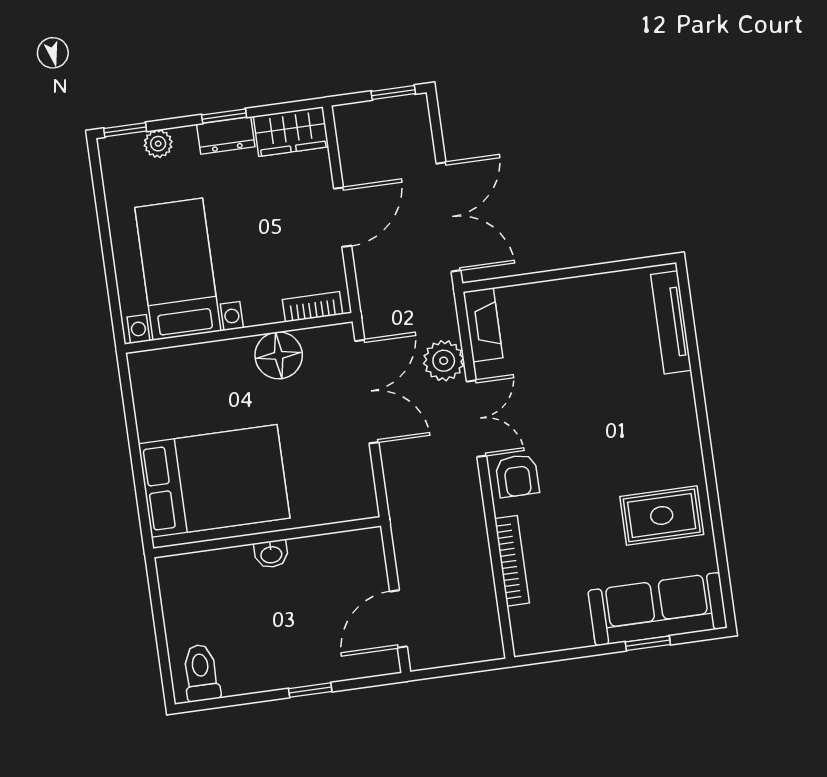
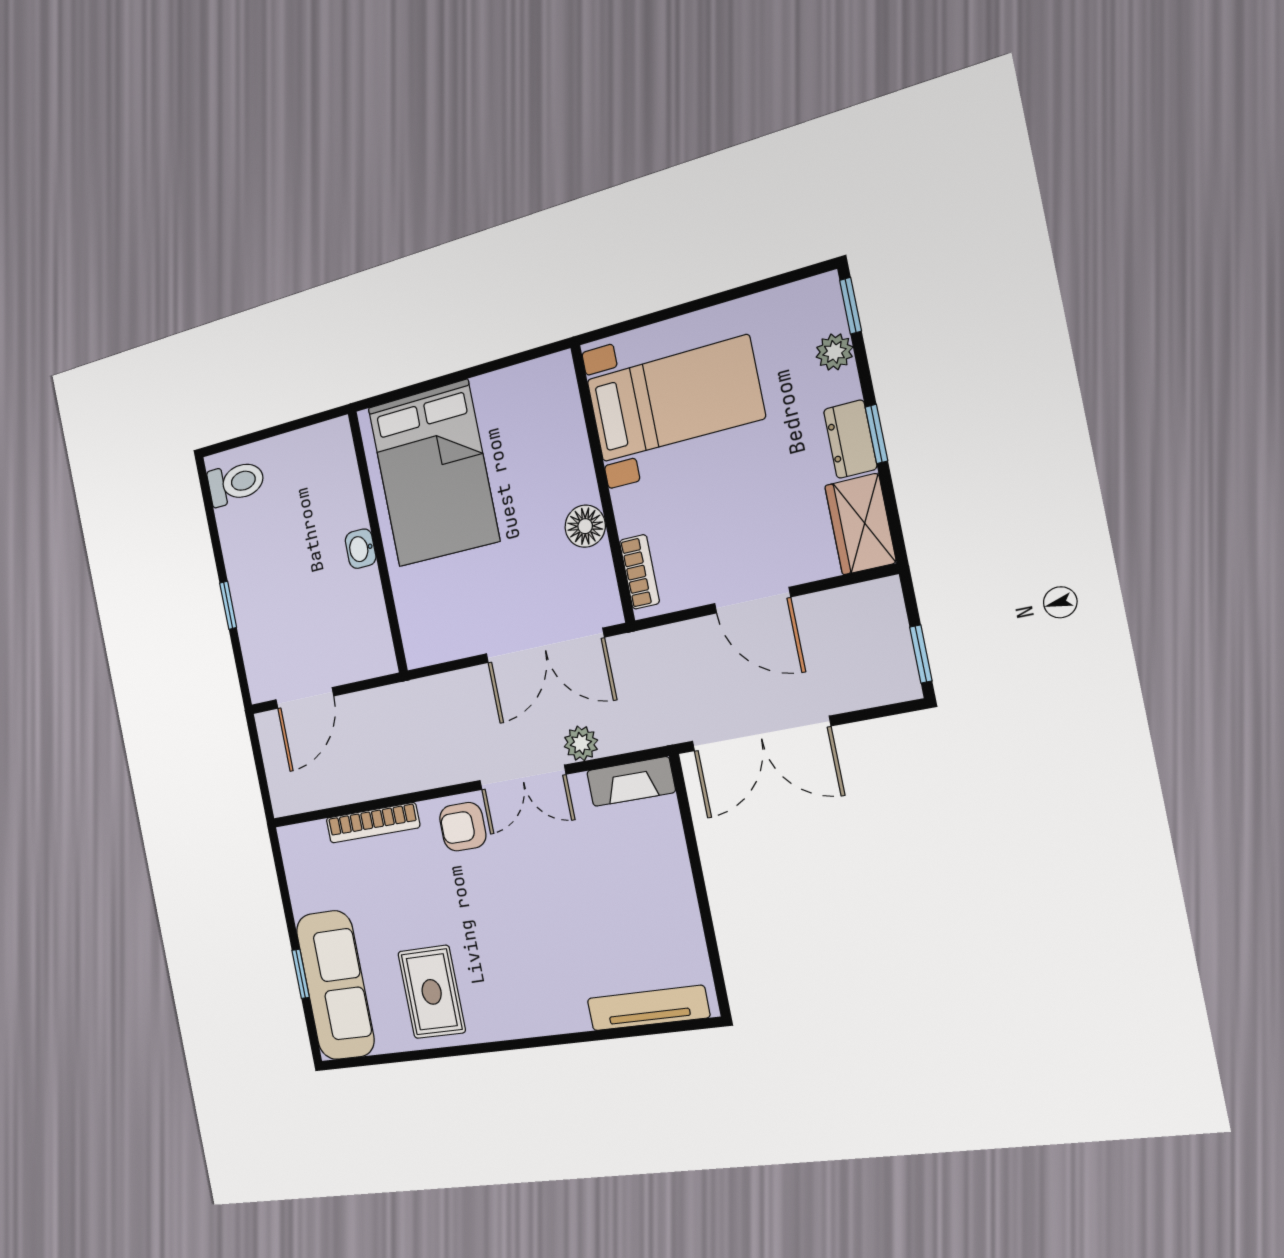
floor lamp: (279, 355) -> (585, 526), width x0.73, depth x0.73
plant: (444, 361) -> (581, 743), width x0.73, depth x0.73
door: (398, 619) -> (305, 698), swing flipped

